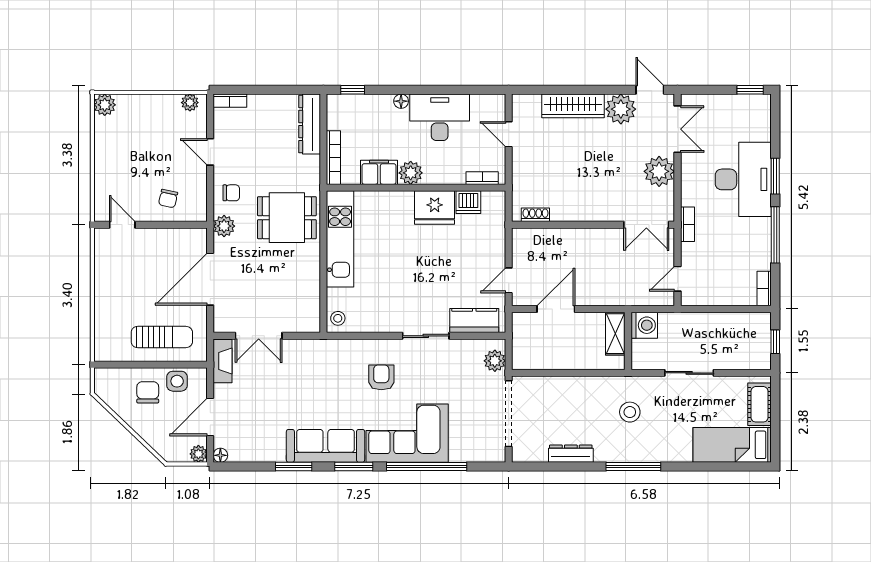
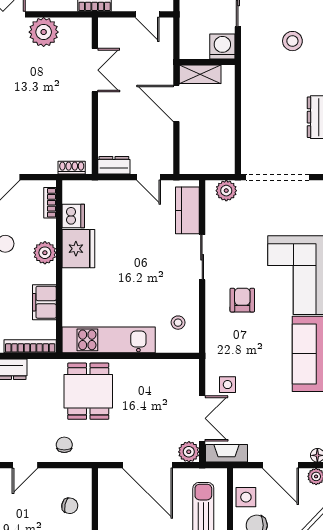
plant: (411, 173) -> (45, 253), moved
shoe rack: (535, 215) -> (72, 168), moved, turned 90
double door: (646, 225) -> (95, 70), moved
plant: (224, 226) -> (189, 452), moved
dresser: (521, 244) -> (114, 165), added
door: (556, 309) -> (176, 103), moved
stool: (338, 318) -> (178, 323), moved
washing machine: (644, 325) -> (222, 46), moved
side table: (294, 362) -> (228, 385), added
armchair: (381, 377) -> (242, 300), turned 90
stool: (630, 412) -> (292, 41), moved

